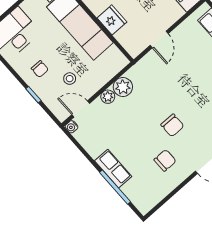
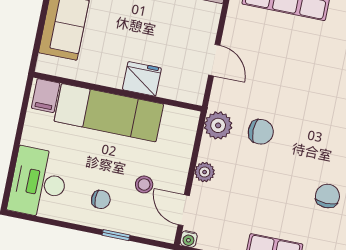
plant: (123, 87) -> (218, 125), moved
door: (81, 109) -> (184, 210), hinge flipped
chair: (172, 125) -> (261, 132), moved

